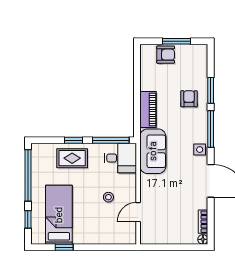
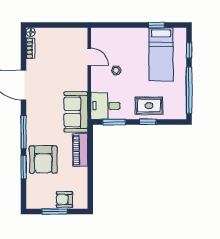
armchair: (189, 99) -> (43, 160), width x1.88, depth x1.88
window: (111, 140) -> (114, 122), width x0.69
side table: (200, 150) -> (34, 113), removed
door: (138, 212) -> (89, 57), hinge flipped

